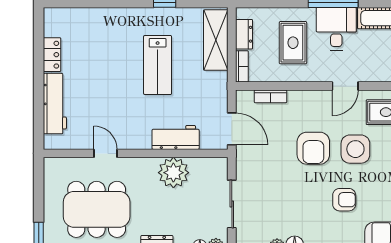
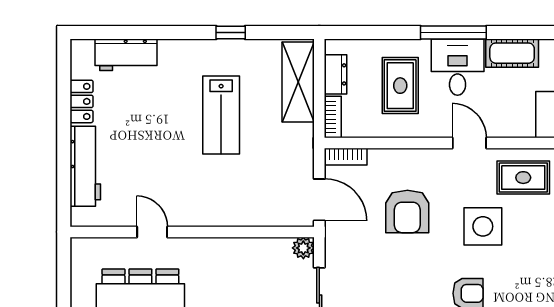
door: (345, 86) -> (469, 143), swing flipped
bookcase: (270, 96) -> (346, 157), moved
workbench: (176, 137) -> (126, 55), moved, turned 180
armchair: (313, 148) -> (407, 211), moved
plant: (173, 173) -> (303, 248), moved, width x0.53, depth x0.53

